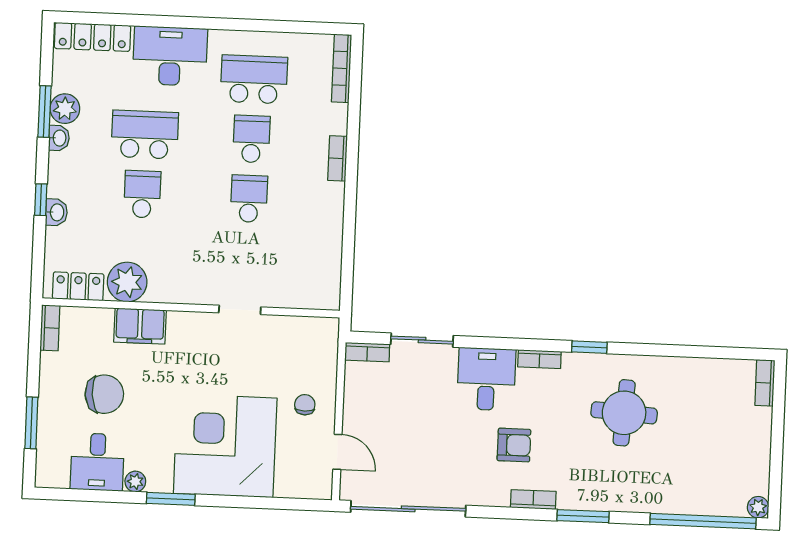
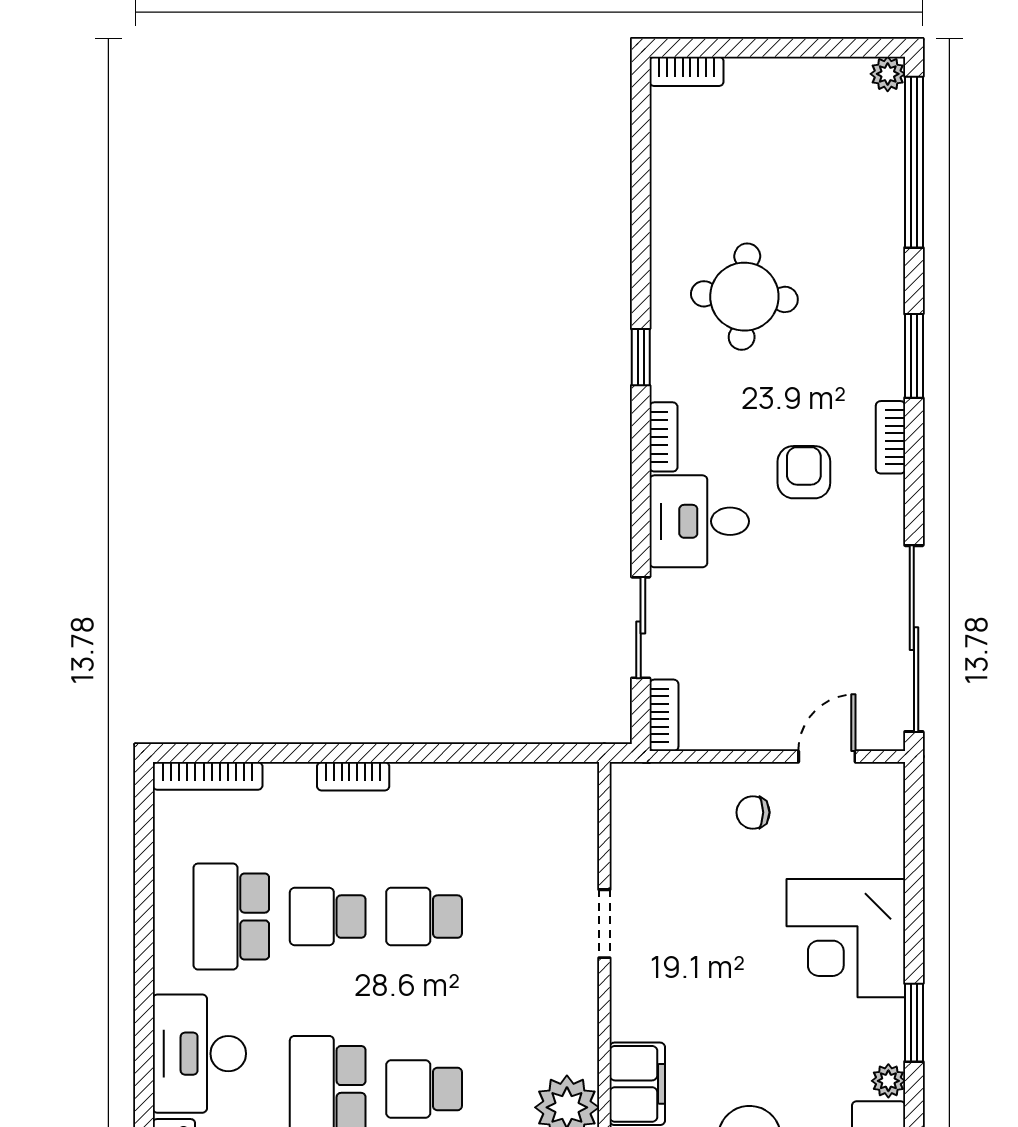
corner desk: (225, 446) -> (846, 938), width x0.74, depth x0.74

